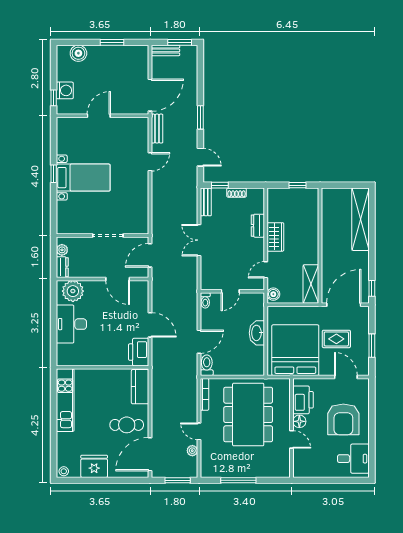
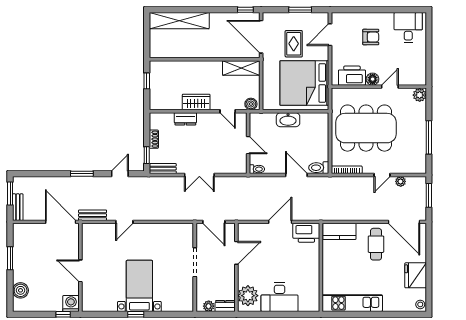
washing machine: (65, 90) -> (71, 303), moved
door: (150, 162) -> (124, 222), swing flipped
armchair: (343, 419) -> (371, 37), width x0.53, depth x0.53
plant: (283, 471) -> (420, 95), added

